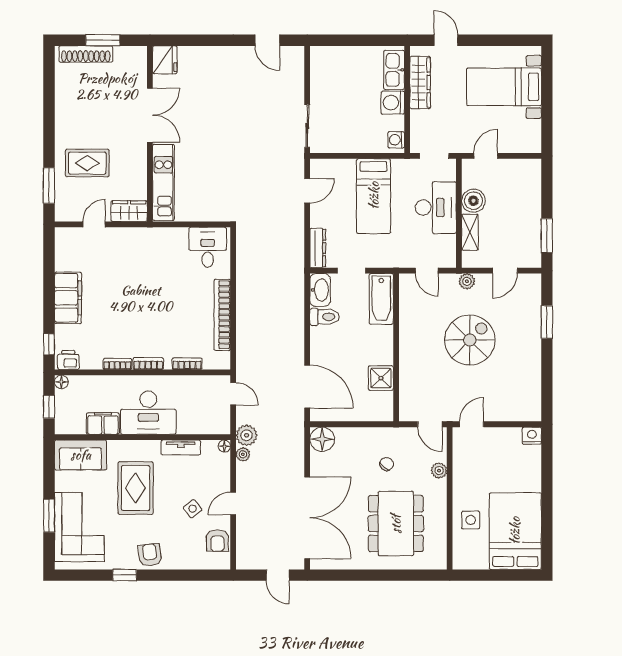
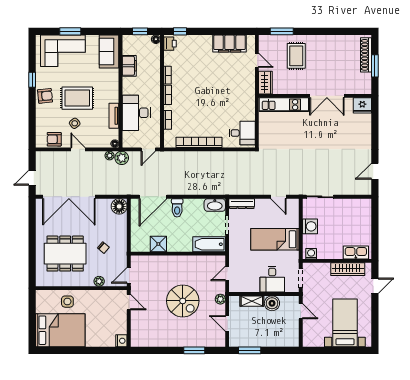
washing machine: (393, 103) -> (310, 226), moved, turned 90
desk: (436, 208) -> (272, 279), width x0.73
filing cabinet: (68, 298) -> (230, 43), moved
toilet: (325, 317) -> (177, 208), moved
desk: (148, 413) -> (136, 113), moved
rug: (136, 488) -> (77, 98), moved

